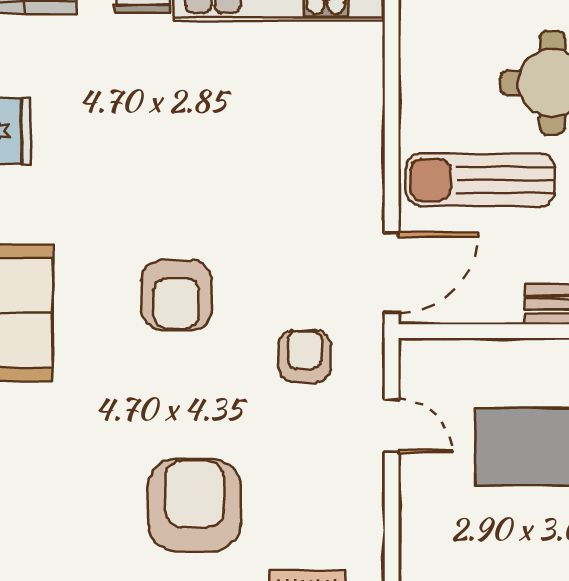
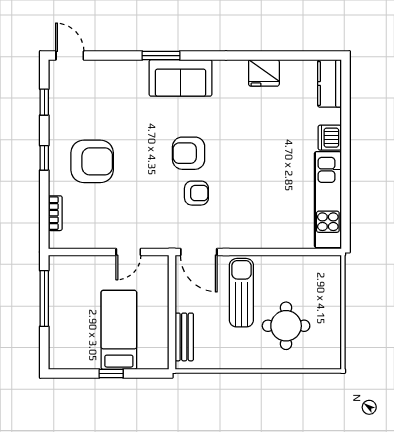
armchair: (305, 356) -> (196, 193), moved

